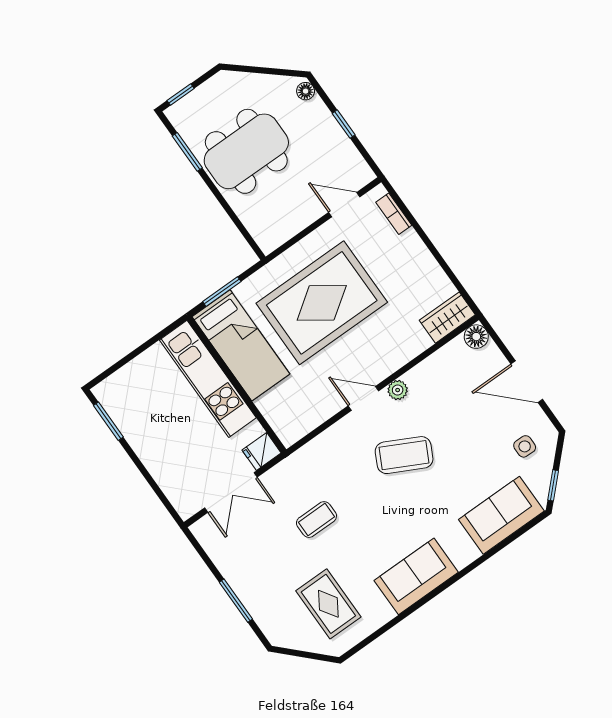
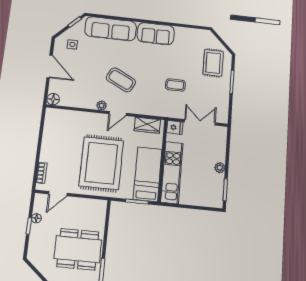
floor lamp: (306, 91) -> (36, 218), moved
door: (344, 205) -> (58, 194), hinge flipped
rug: (322, 303) -> (101, 163), turned 90
wardrobe: (447, 318) -> (147, 125), moved
door: (363, 398) -> (118, 113), hinge flipped
plant: (144, 448) -> (220, 168), added
sofa: (501, 515) -> (111, 29), width x1.36
rug: (328, 604) -> (213, 63), moved

